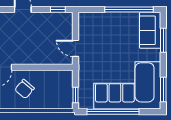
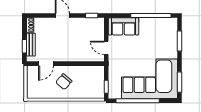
sofa: (150, 30) -> (124, 26), moved, turned -90

